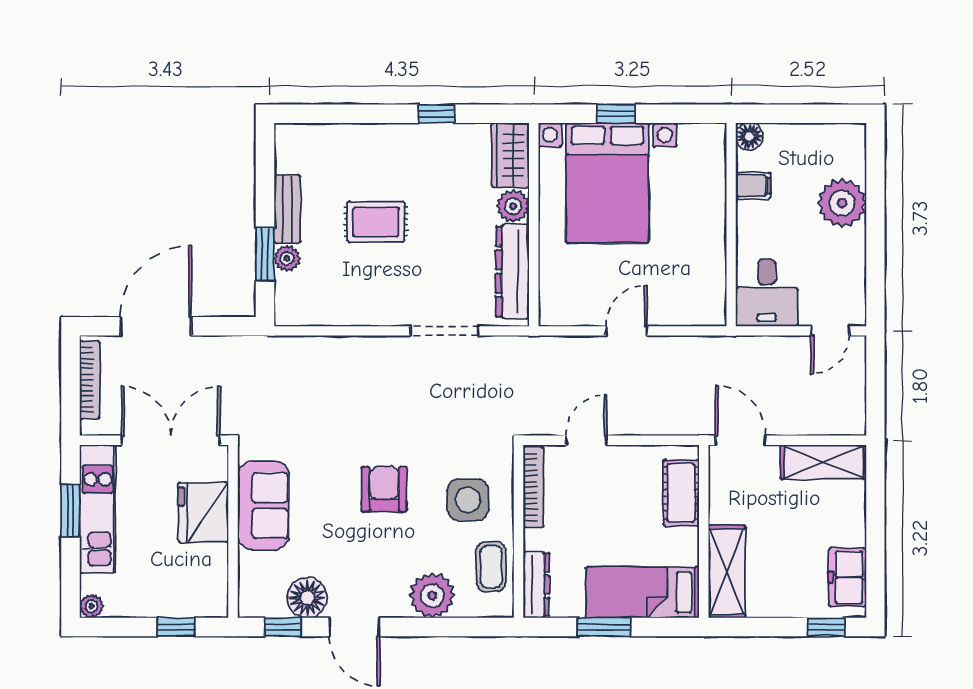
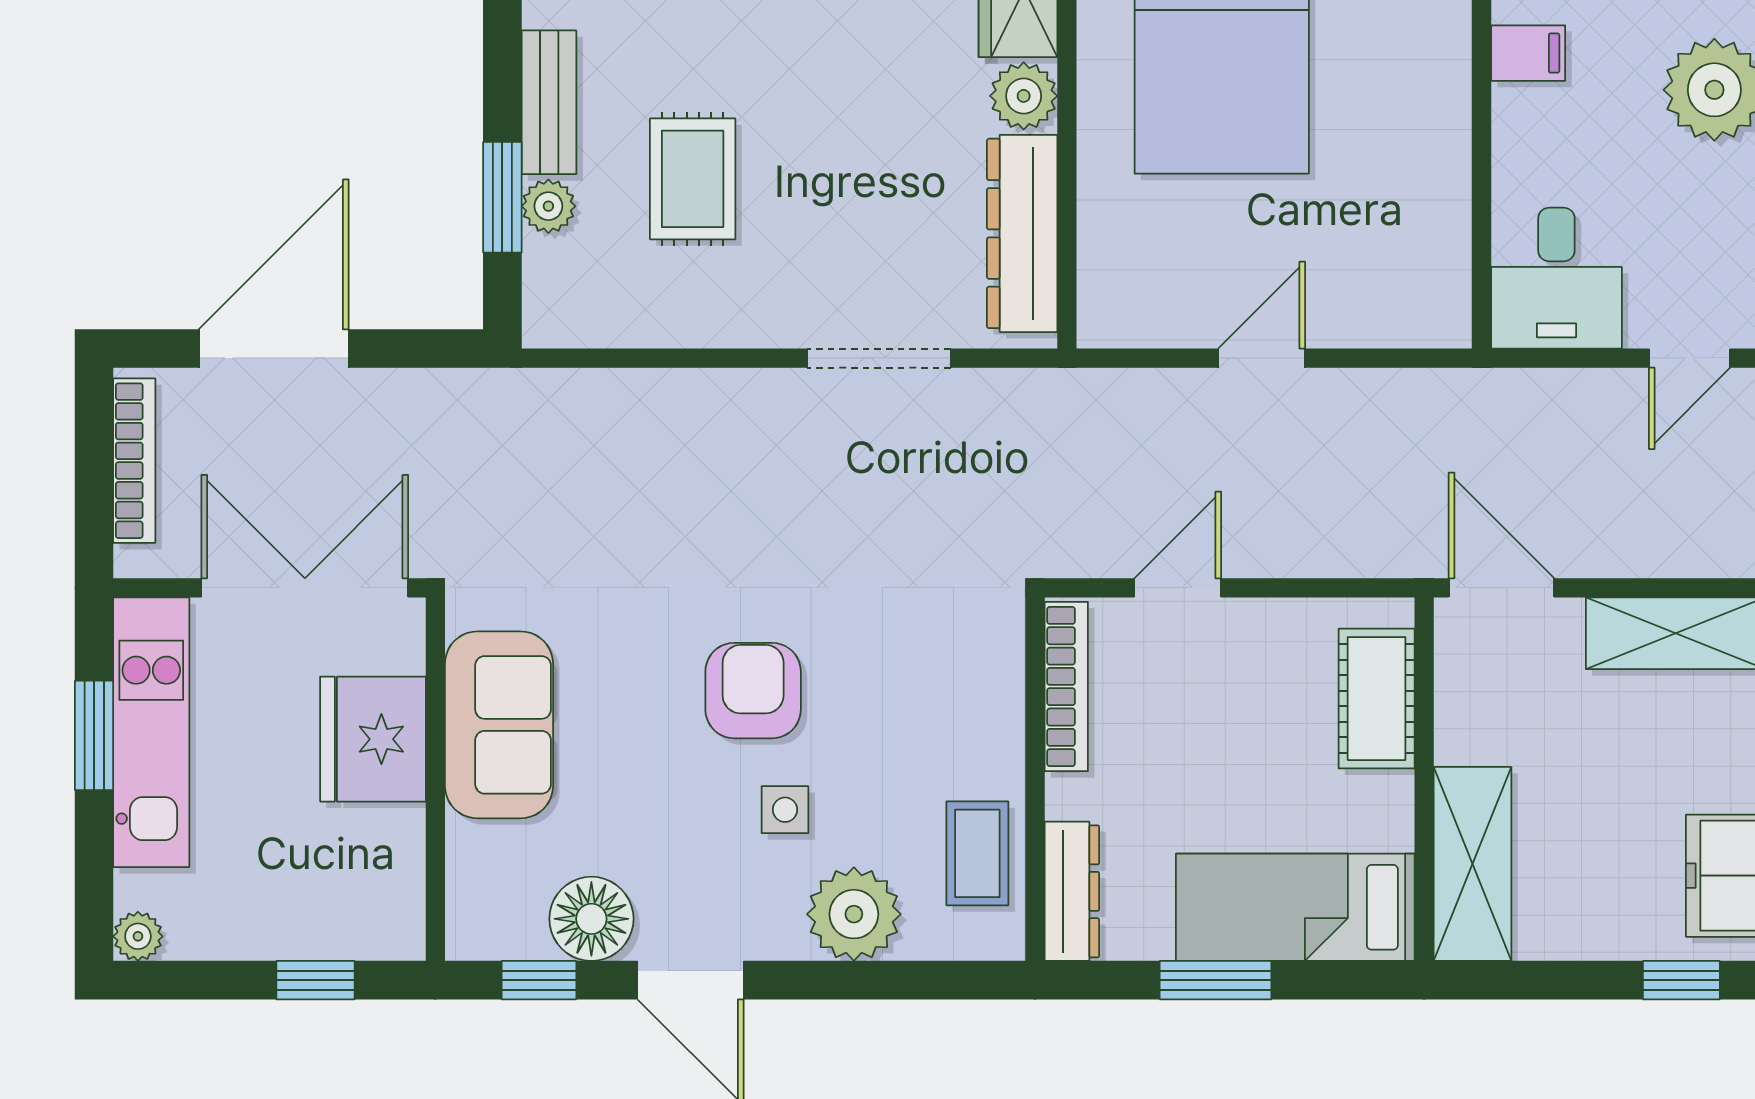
rug: (376, 222) -> (693, 179), moved, turned 90
side table: (468, 500) -> (785, 810), moved, width x0.54, depth x0.54

